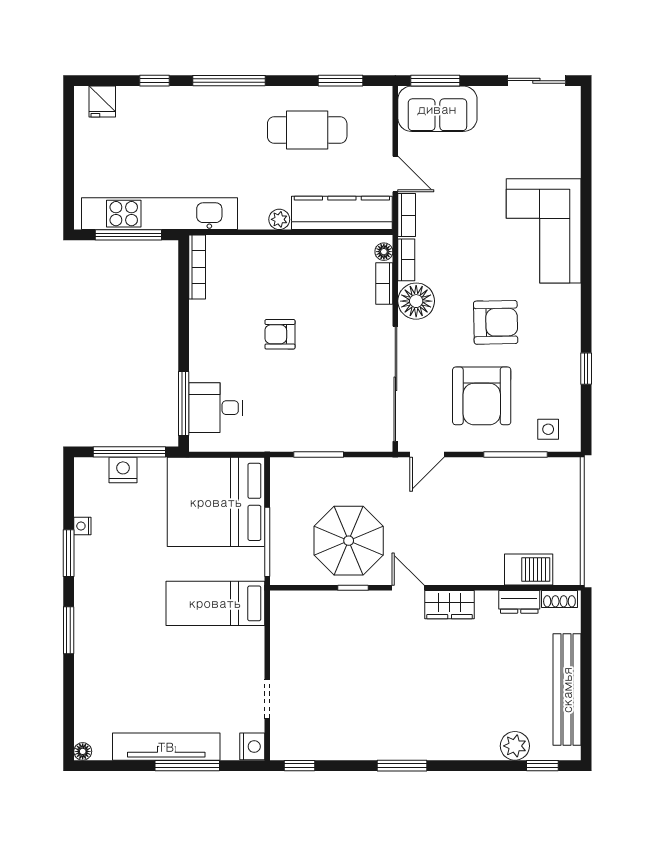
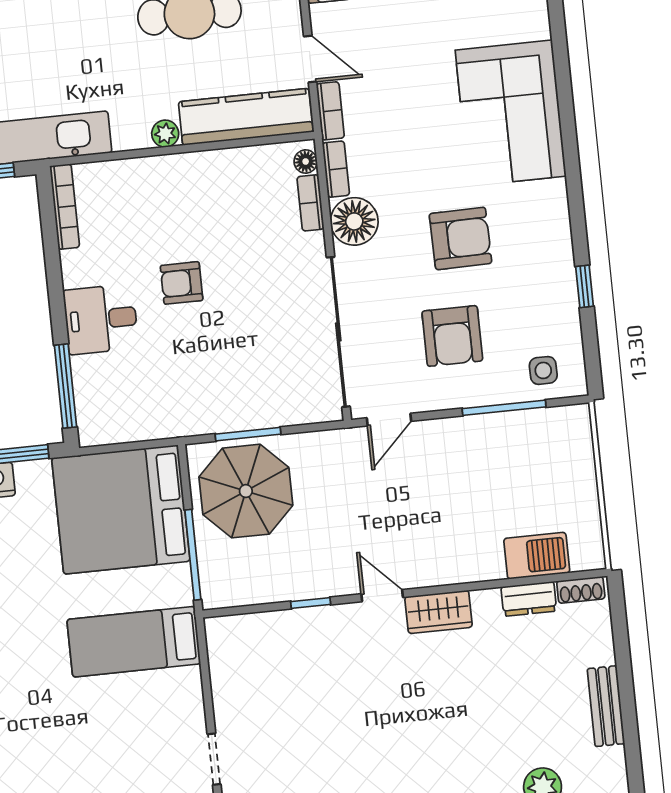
armchair: (482, 396) -> (452, 336), width x0.73, depth x0.73
desk: (216, 408) -> (101, 319), moved
parasol: (349, 541) -> (246, 491), moved
bench: (567, 690) -> (606, 706), width x0.54, depth x0.82

